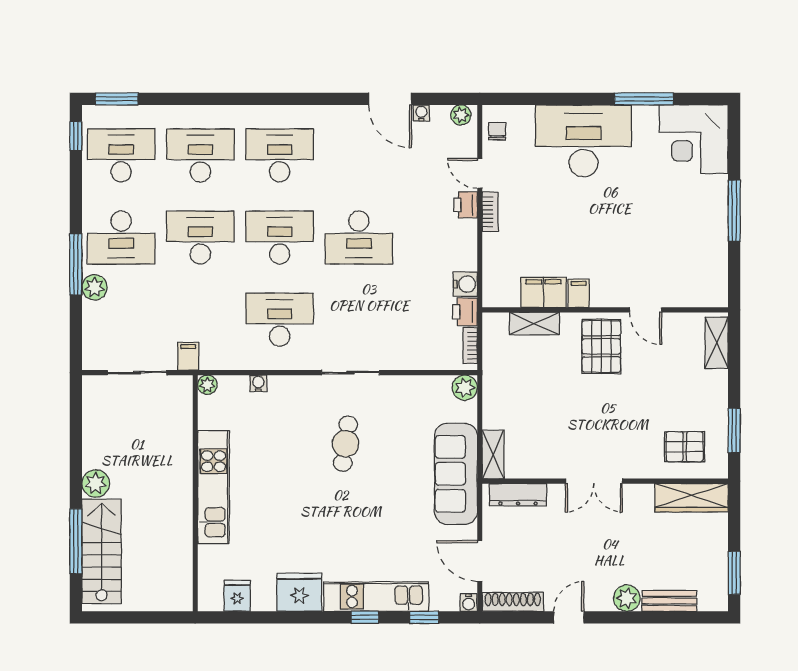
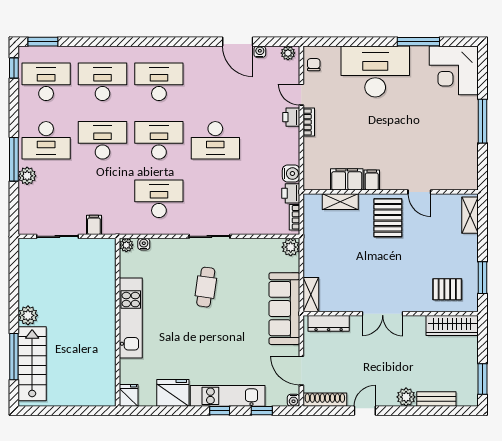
plant: (207, 385) -> (126, 245), moved
kitchen unit: (214, 487) -> (131, 318), moved
wall: (195, 493) -> (118, 322), moved

